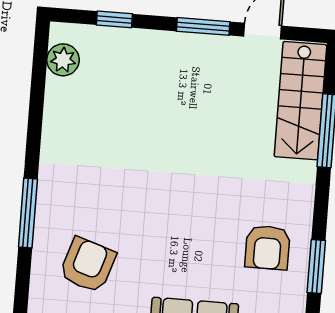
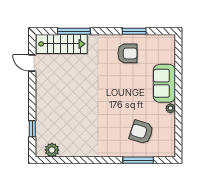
window: (203, 26) -> (32, 89), removed
window: (28, 213) -> (138, 160), moved

